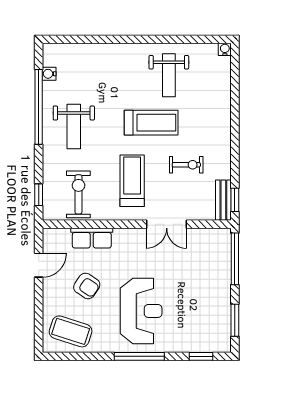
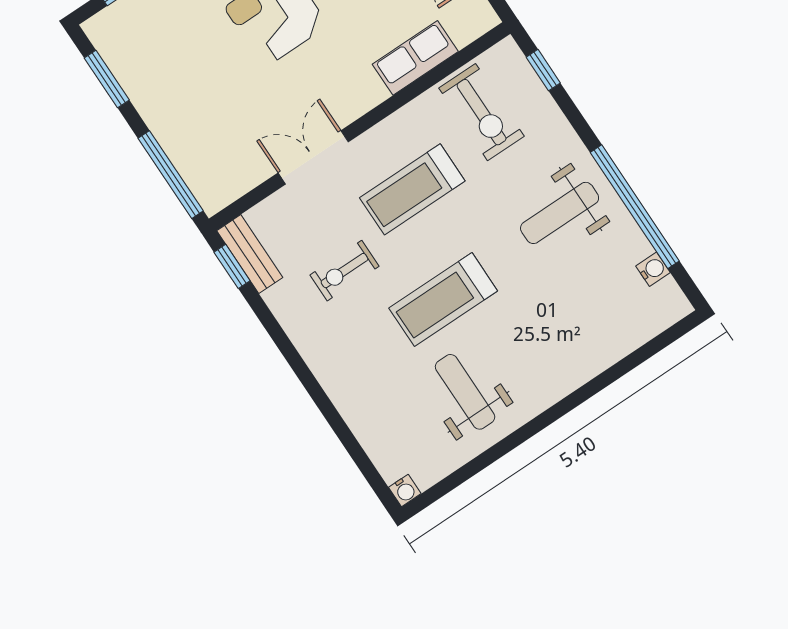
weight bench: (74, 126) -> (560, 213), turned -90
treadmill: (132, 181) -> (412, 189), turned 90

